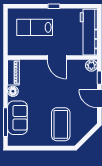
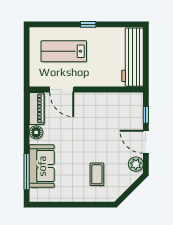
door: (57, 58) -> (62, 90), moved
plant: (91, 66) -> (136, 164), moved
coffee table: (61, 124) -> (97, 174), width x0.54, depth x0.58

